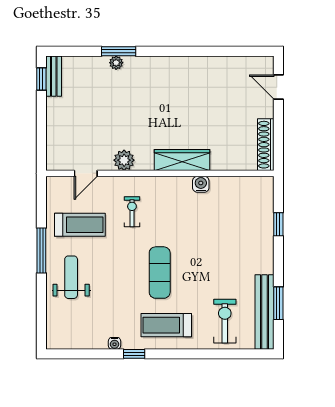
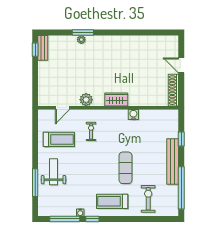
door: (278, 87) -> (181, 65), moved
wardrobe: (182, 160) -> (116, 100), width x0.67
window: (41, 251) -> (35, 183), moved
exercise mat: (160, 273) -> (125, 168), moved
window: (278, 303) -> (181, 188), width x2.11
bench: (265, 312) -> (173, 161), moved
window: (89, 354) -> (65, 219), added

